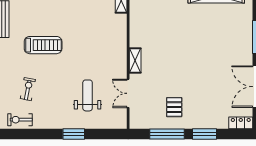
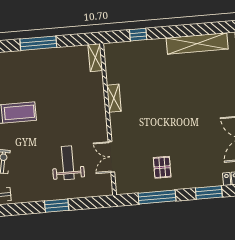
shelving: (135, 61) -> (114, 98), moved
window: (204, 134) -> (209, 193), moved

